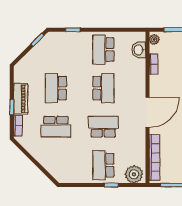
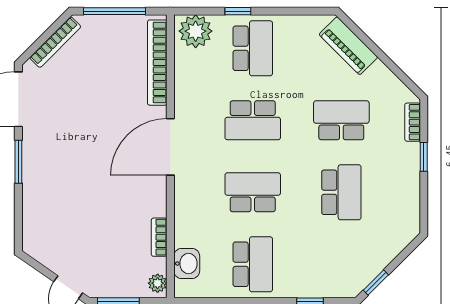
school desk: (103, 88) -> (253, 192), turned 90
piano: (21, 99) -> (348, 46), moved, turned -45

